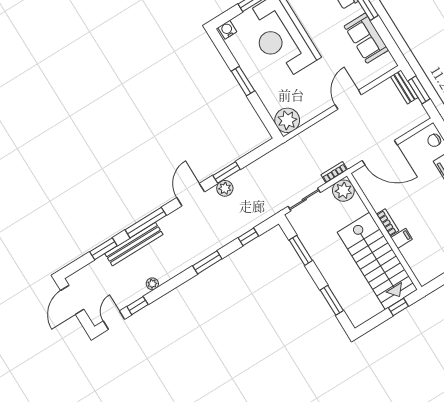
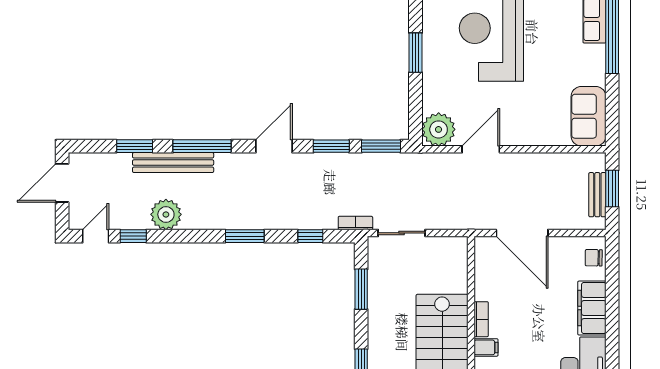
sofa: (366, 38) -> (589, 116), moved
bench: (404, 87) -> (597, 195), moved
door: (348, 100) -> (481, 149), moved
window: (258, 153) -> (381, 146), added
bookcase: (334, 172) -> (355, 223), moved
plant: (225, 188) -> (318, 163), removed
plant: (343, 191) -> (453, 251), removed
plant: (152, 284) -> (166, 214), width x1.87, depth x1.87

